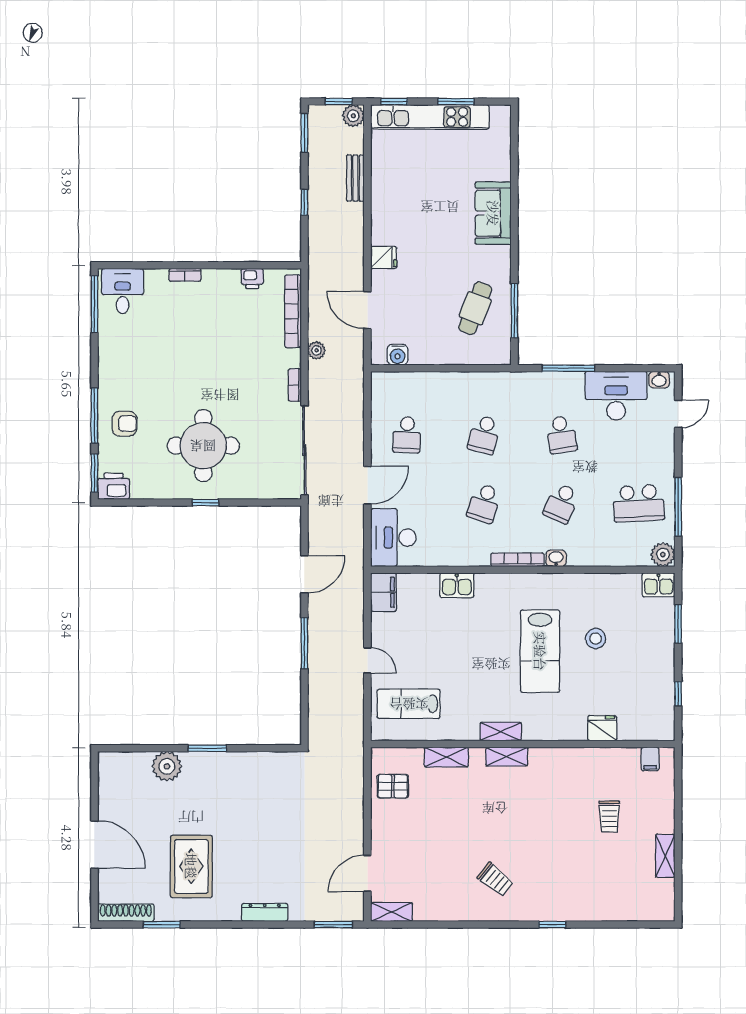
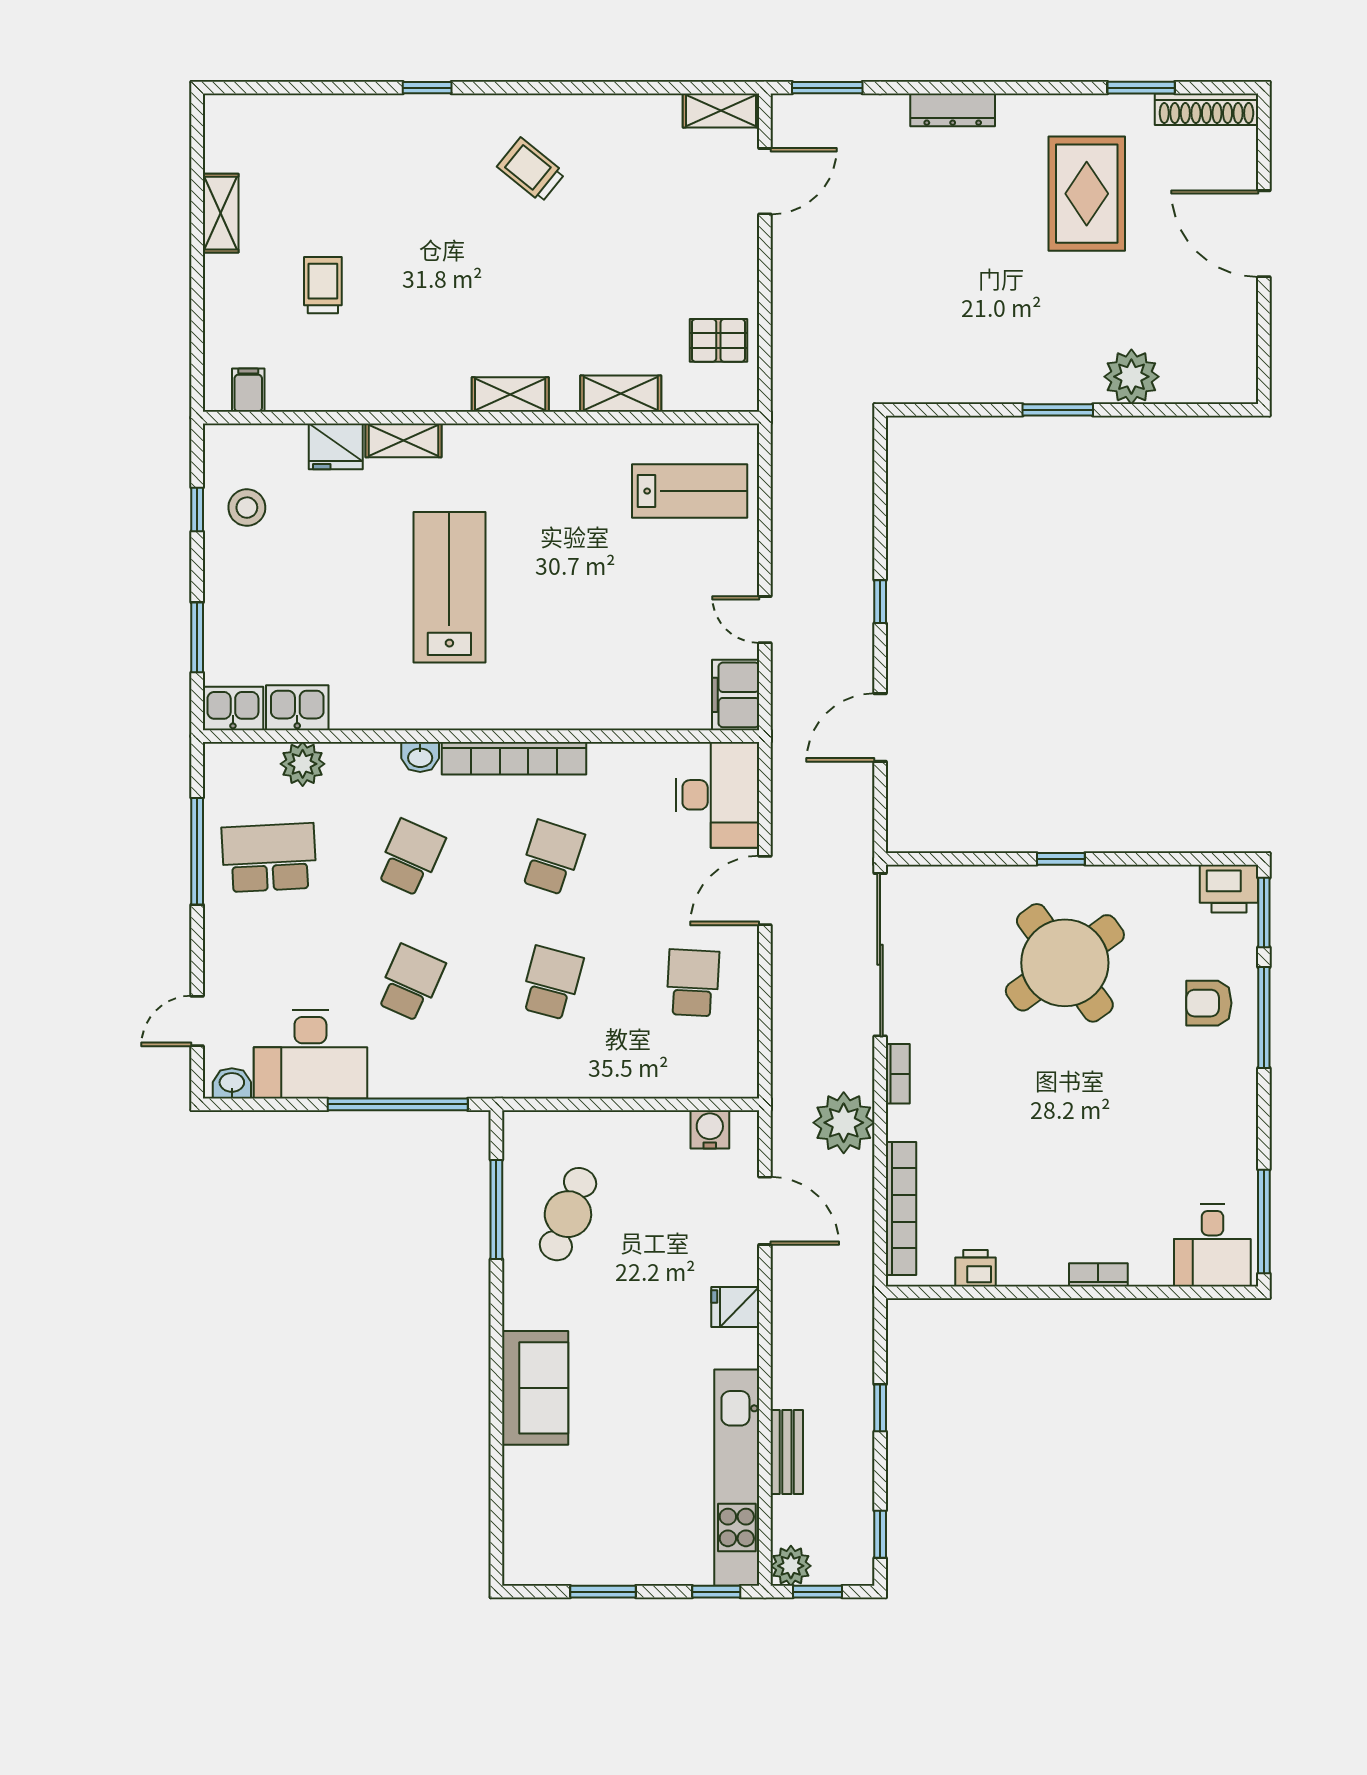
kitchen unit: (430, 117) -> (737, 1478), moved, turned -90
window: (304, 133) -> (880, 1534), width x0.67
plant: (316, 350) -> (844, 1123), width x1.87, depth x1.87
window: (568, 368) -> (398, 1104), width x1.46
school desk: (561, 435) -> (410, 983), turned 33
round table: (203, 446) -> (1065, 963), turned -36
plant: (663, 555) -> (303, 764), moved
bookcase: (517, 560) -> (514, 758), width x1.48, depth x1.31
kitchen sink: (457, 585) -> (297, 708), moved
stool: (596, 638) -> (247, 508), moved
window: (304, 643) -> (880, 602), width x0.46
door: (367, 660) -> (765, 620), moved
shelving: (501, 732) -> (403, 440), moved

